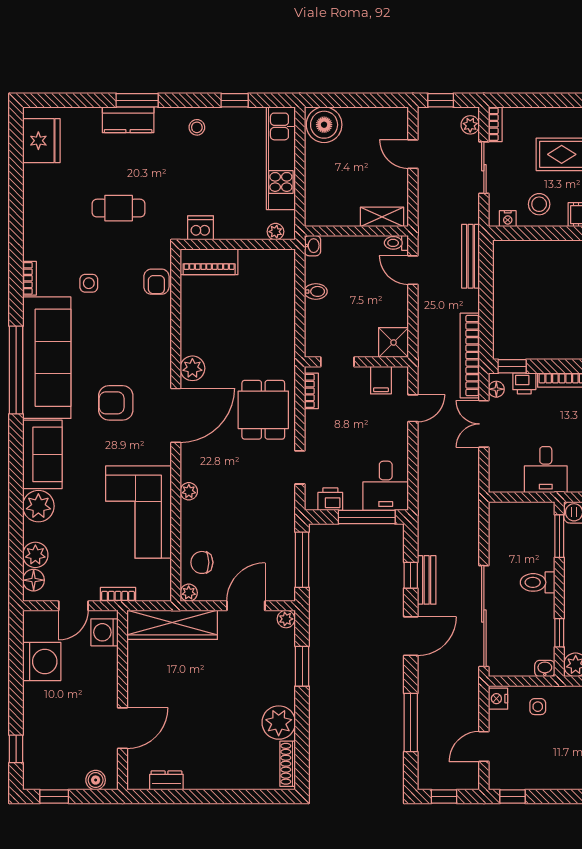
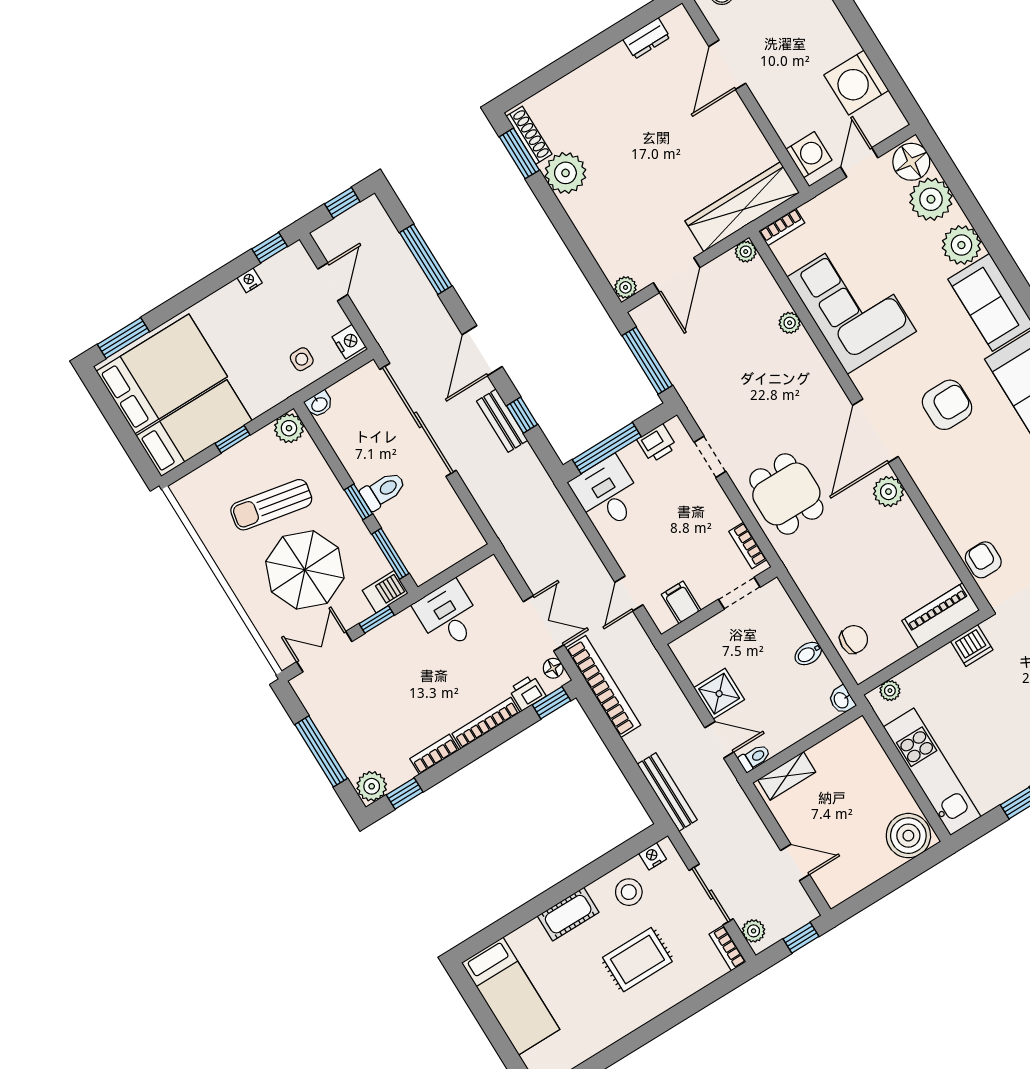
shower: (394, 342) -> (719, 694), moved
plant: (189, 491) -> (790, 323), moved
plant: (35, 555) -> (931, 199), width x1.36, depth x1.36
chair: (202, 562) -> (854, 639), moved
floor lamp: (34, 580) -> (911, 162), width x1.38, depth x1.38
bookcase: (118, 594) -> (782, 227), moved
window: (559, 633) -> (358, 502), moved
window: (302, 666) -> (519, 153), moved
nightstand: (540, 783) -> (250, 280), added

